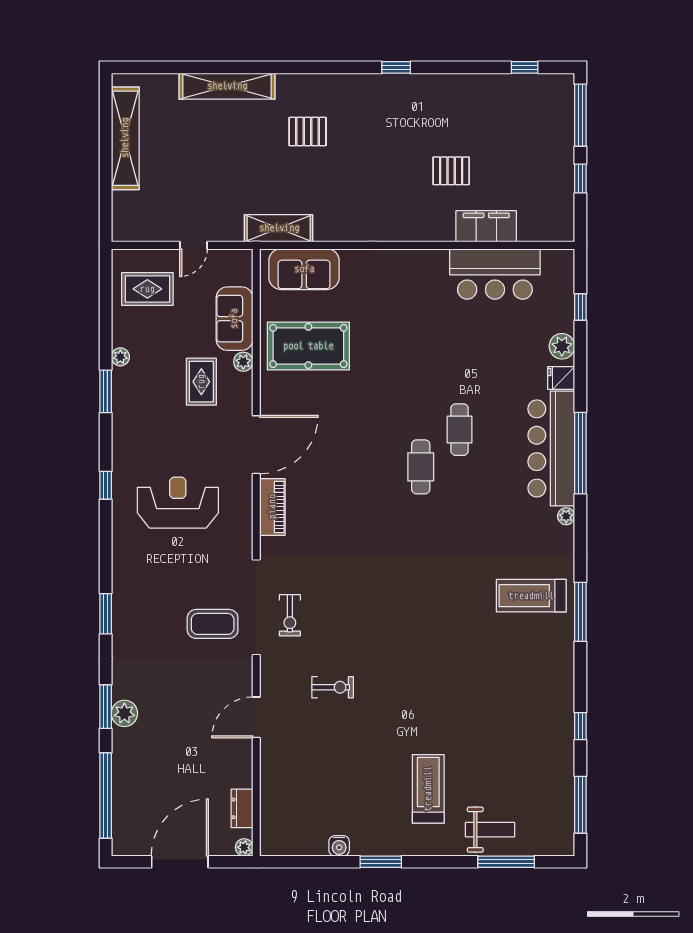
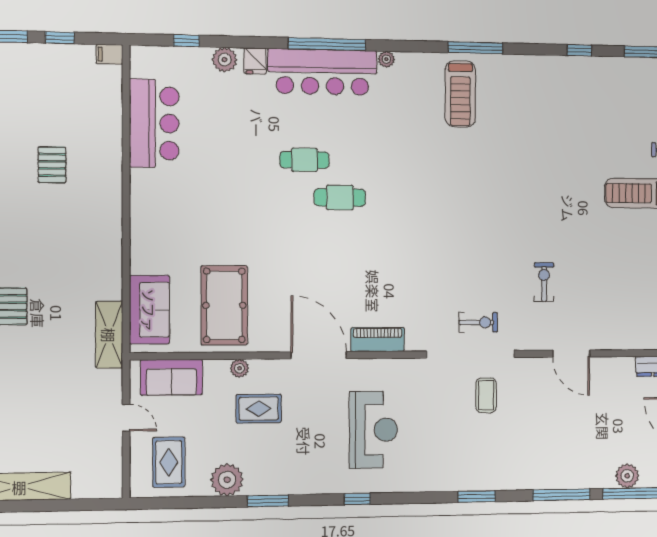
filing cabinet: (486, 226) -> (109, 54), moved, width x0.33, depth x0.86
sofa: (234, 319) -> (171, 377), moved
plant: (120, 357) -> (227, 480), width x1.88, depth x1.88
reception desk: (178, 503) -> (373, 430), turned 180
coffee table: (213, 624) -> (486, 395), width x0.73, depth x0.77
window: (106, 707) -> (561, 495), width x1.44
plant: (124, 713) -> (627, 476), moved

